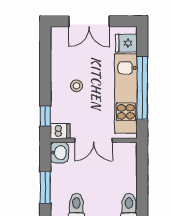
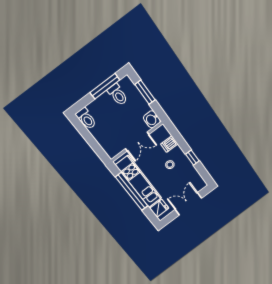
window: (45, 116) -> (192, 158), moved
dishwasher: (60, 131) -> (169, 144), moved
double door: (94, 140) -> (137, 142), swing flipped

